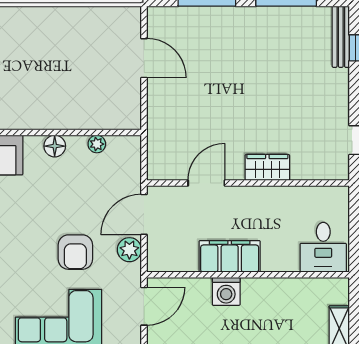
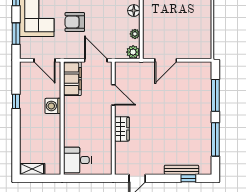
bench: (341, 37) -> (181, 170), moved
door: (144, 58) -> (166, 60), moved
plant: (129, 250) -> (133, 52), moved
filing cabinet: (230, 256) -> (72, 79), moved

